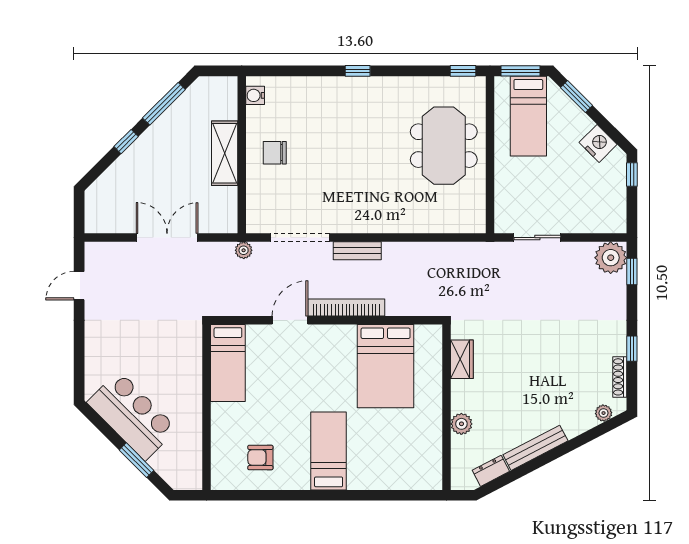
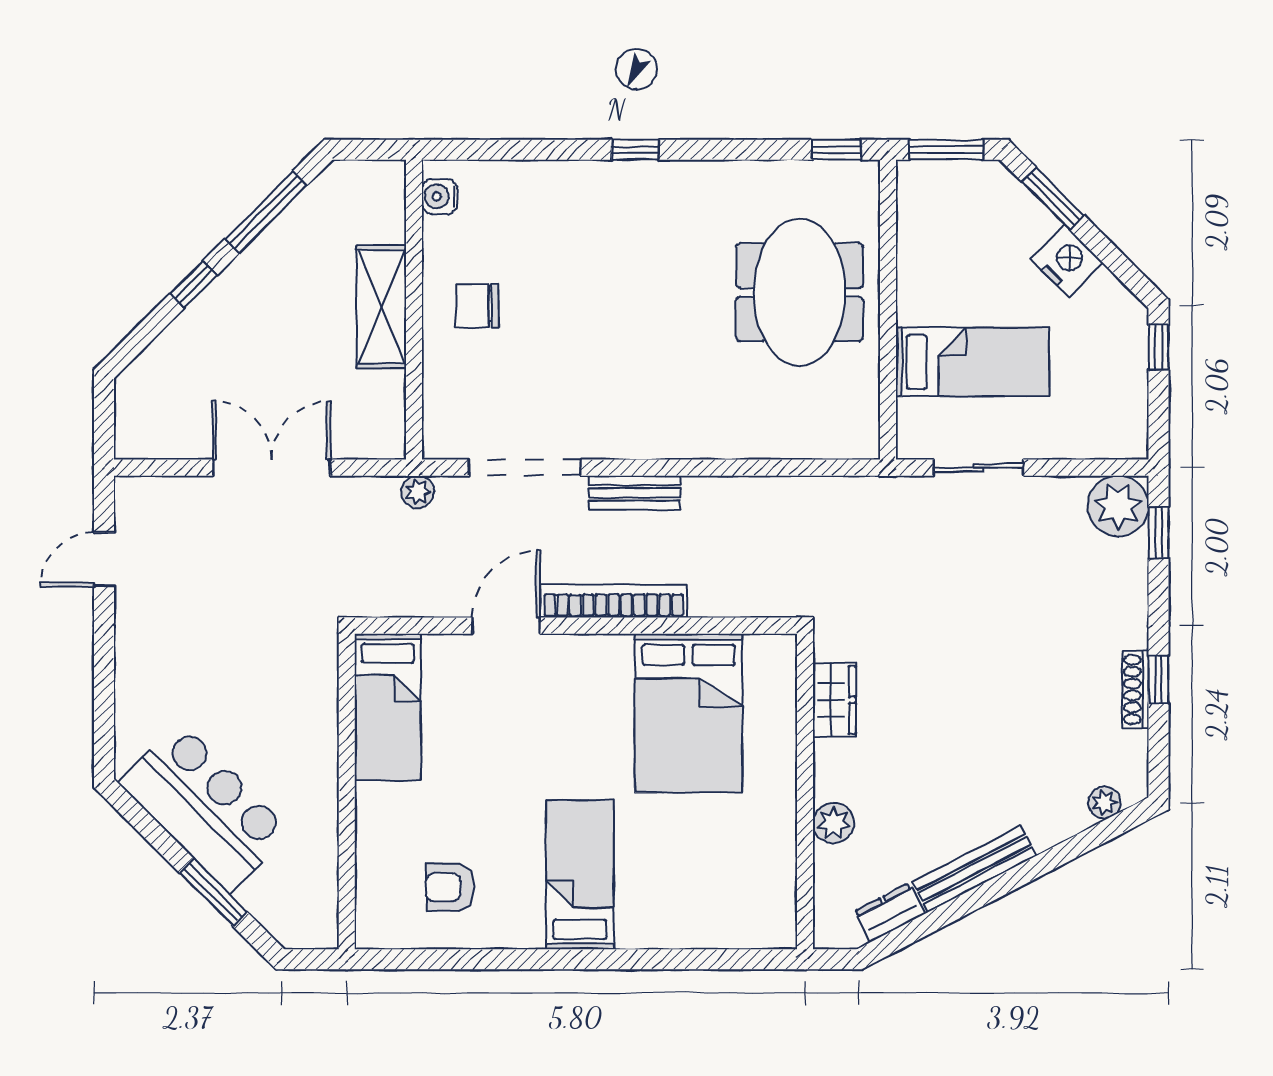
bed: (528, 116) -> (972, 362), moved, turned -90
nightstand: (598, 143) -> (1067, 261), moved
shoe rack: (620, 377) -> (1135, 689), moved

